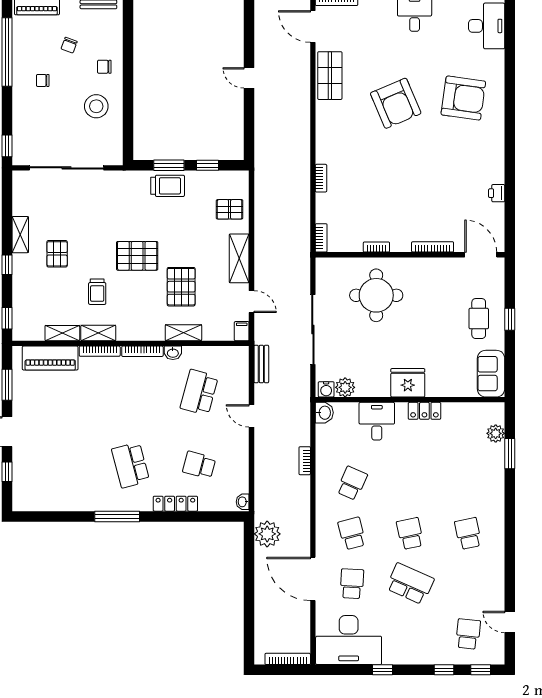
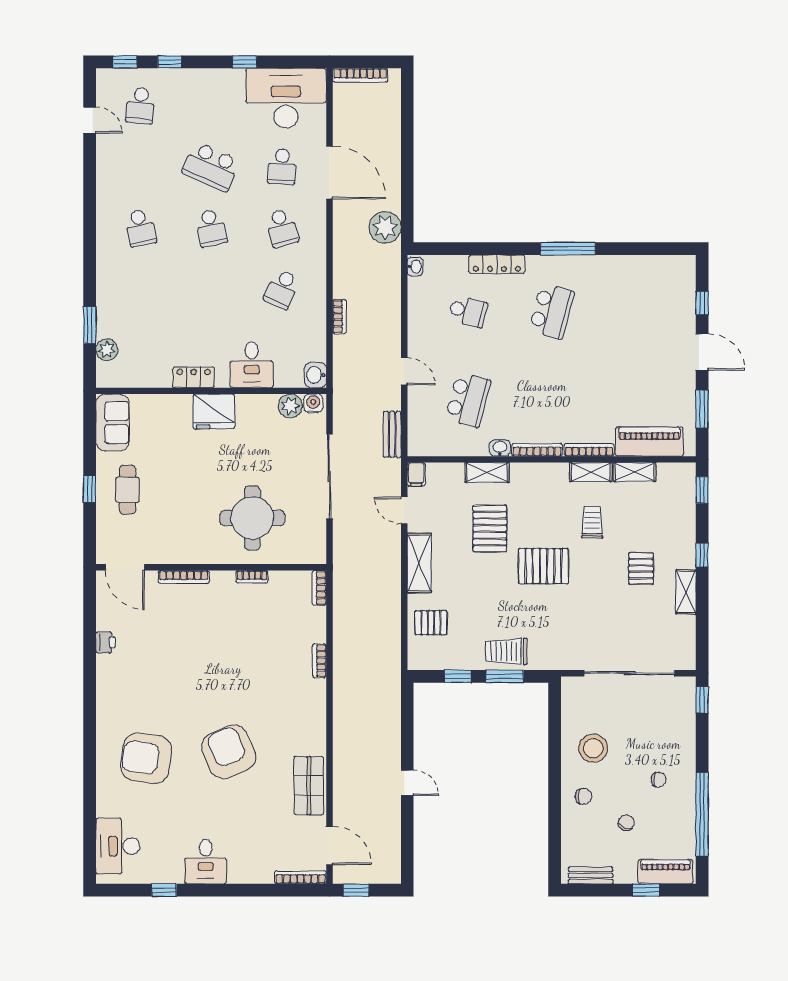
school desk: (131, 465) -> (552, 311), turned 30

